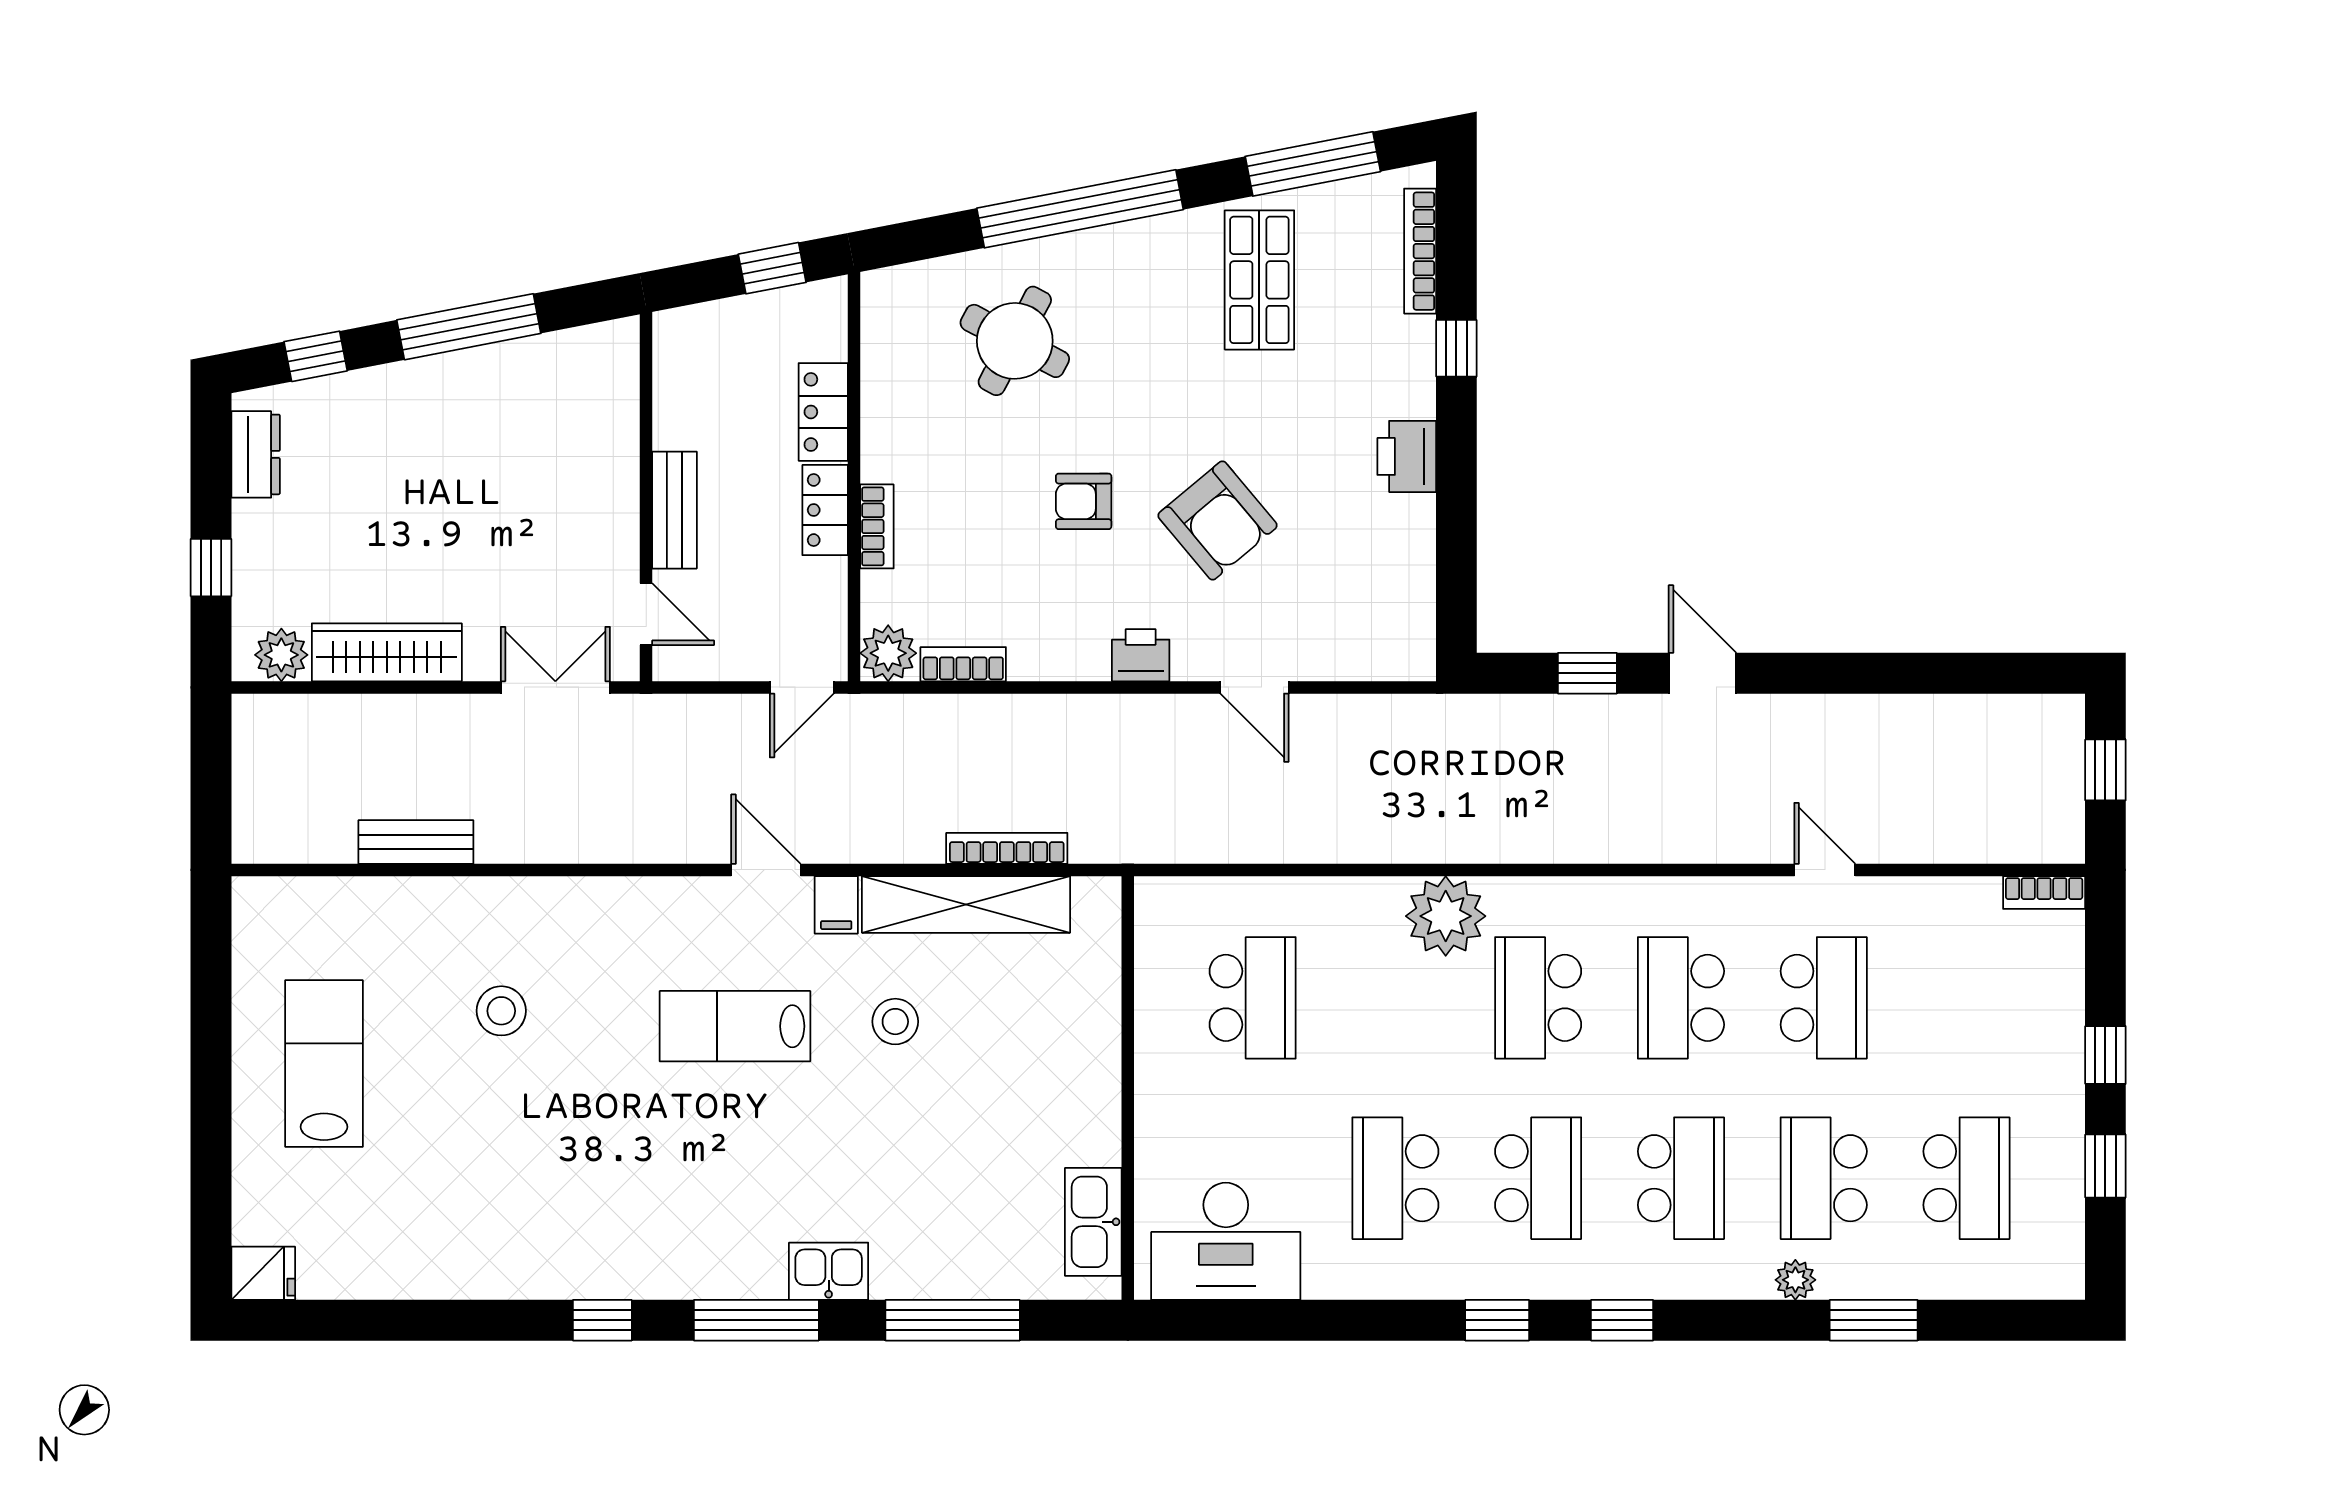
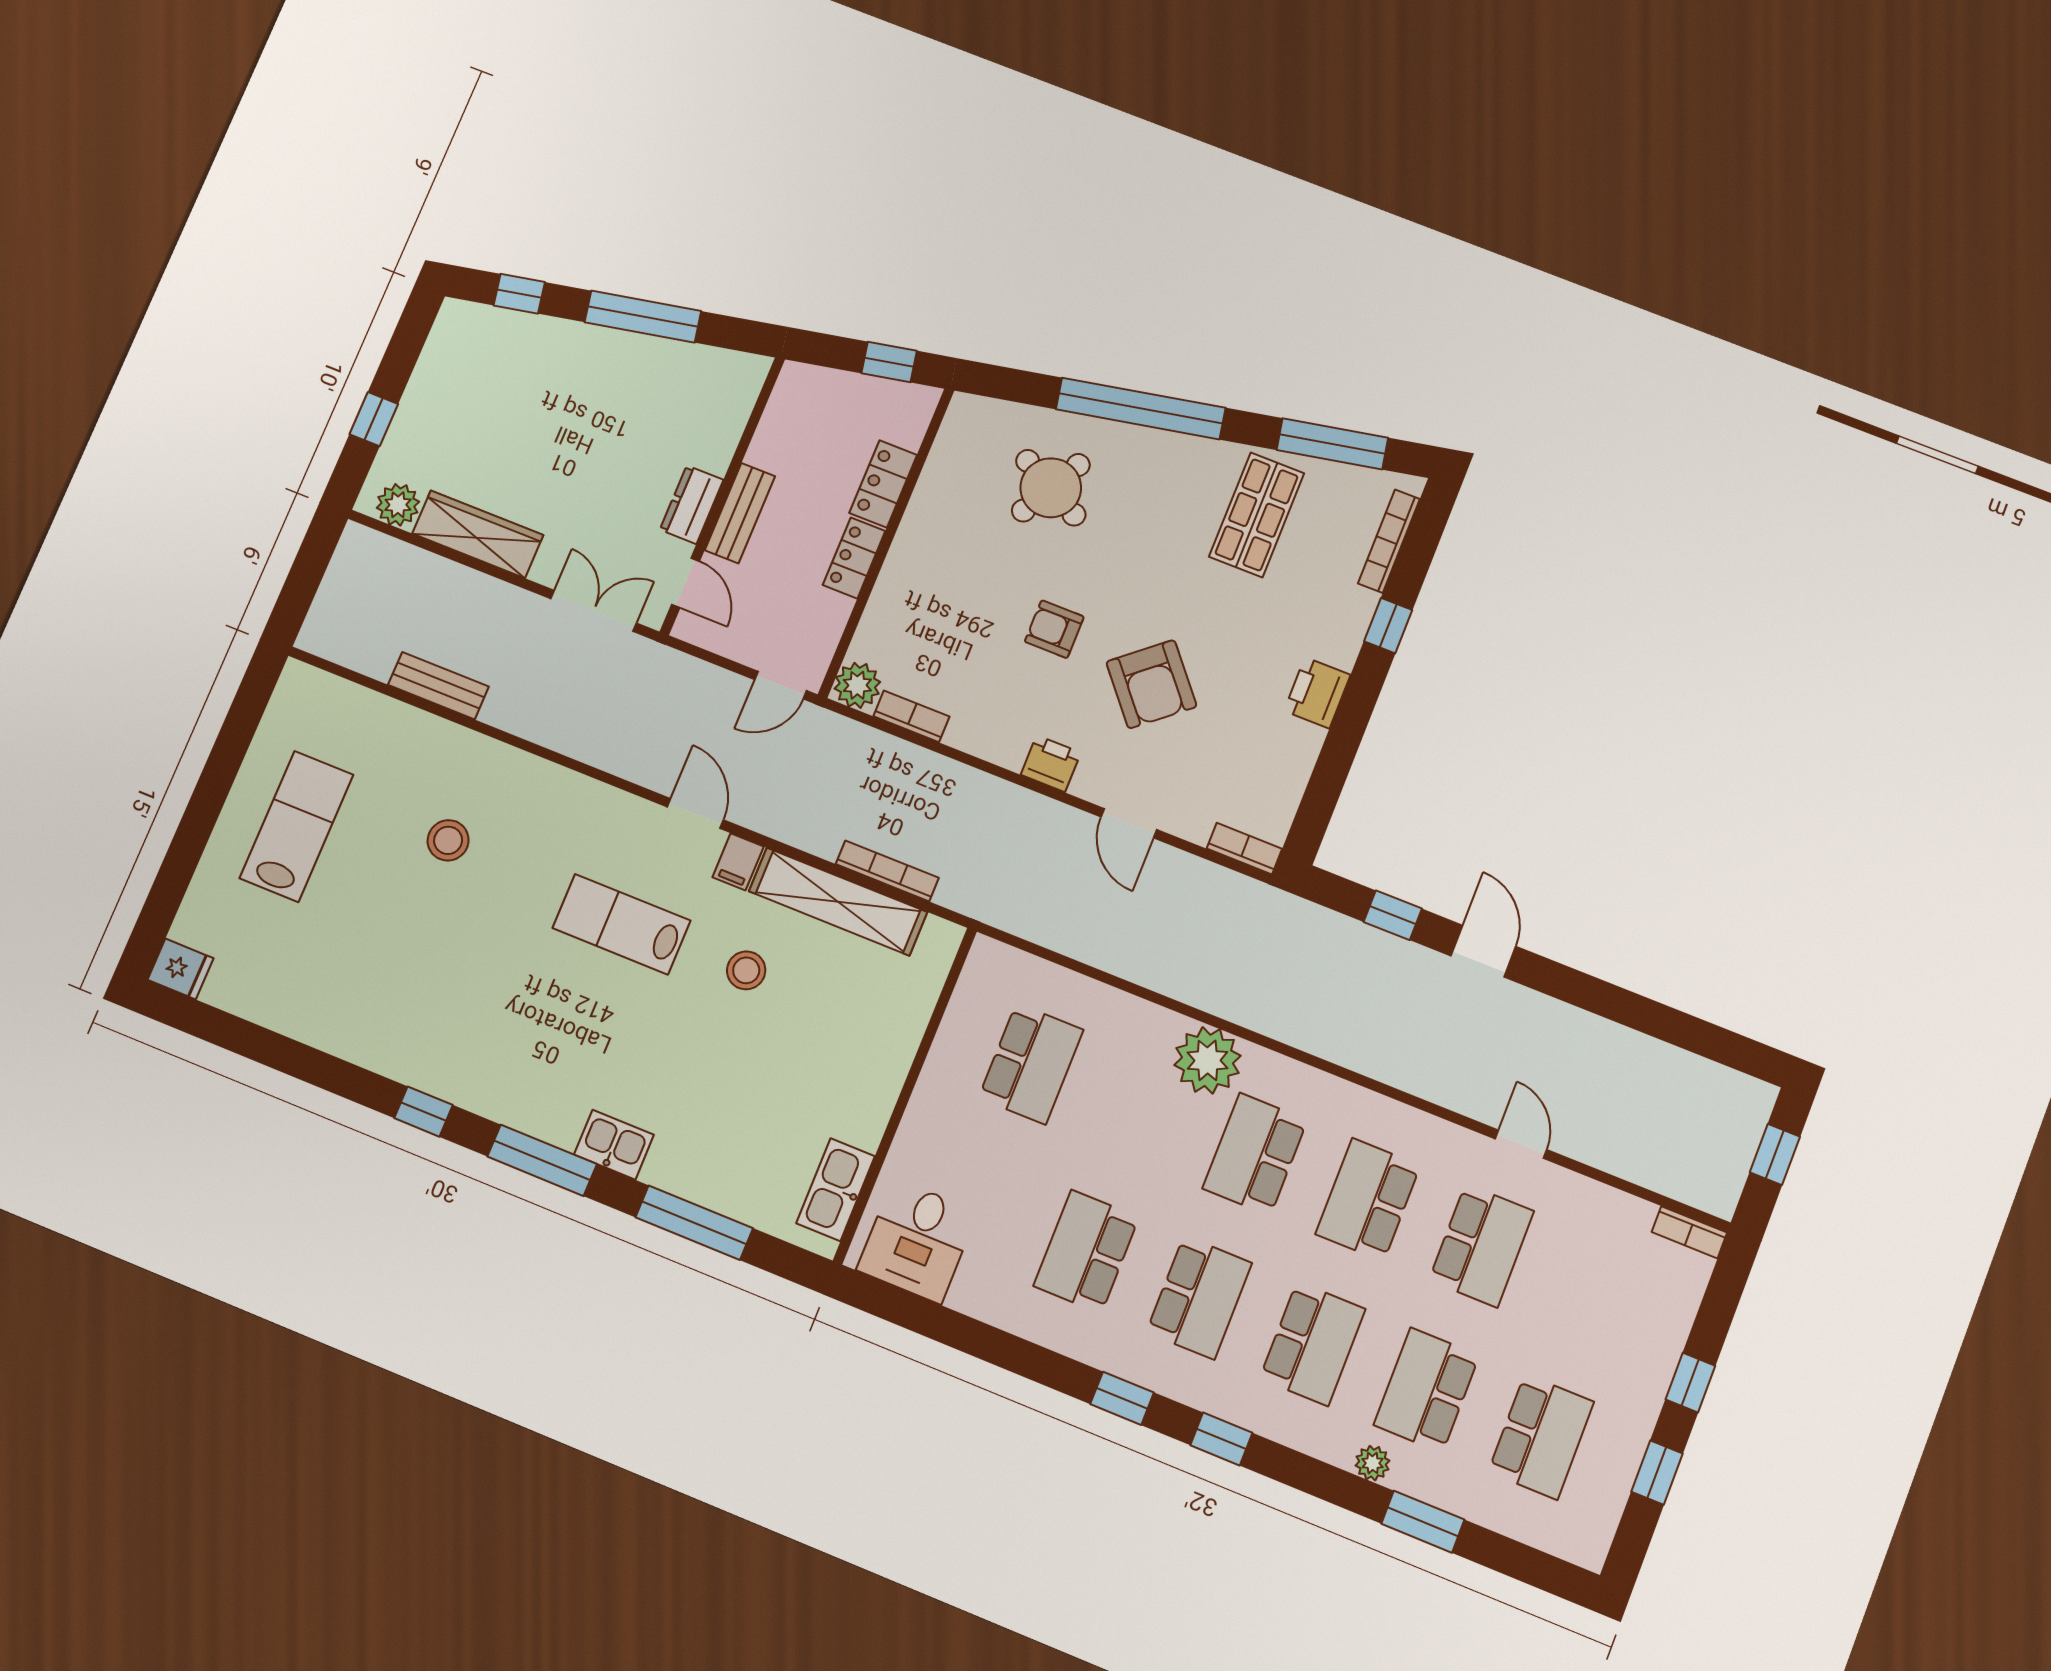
dresser: (256, 454) -> (692, 505), moved, turned 180
bookcase: (877, 526) -> (1244, 849), moved, turned -90
desk: (1226, 1241) -> (917, 1241), width x0.73

